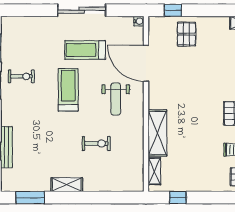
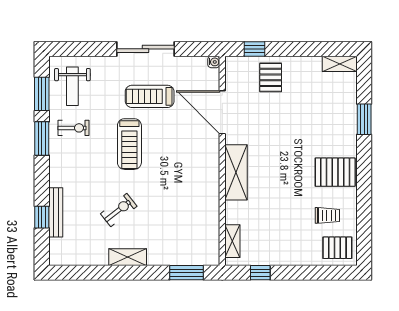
treadmill: (68, 90) -> (129, 144), turned 180
weight bench: (116, 99) -> (72, 86), moved
shelving: (157, 133) -> (236, 172), moved
exercise bike: (96, 144) -> (119, 210), moved, turned -38
window: (30, 198) -> (187, 273), moved

